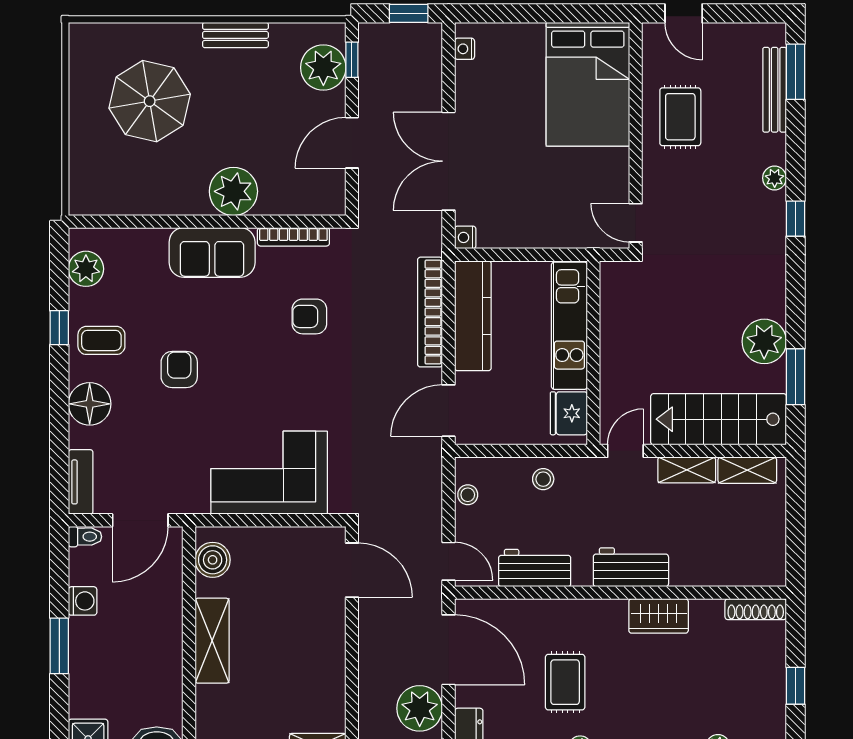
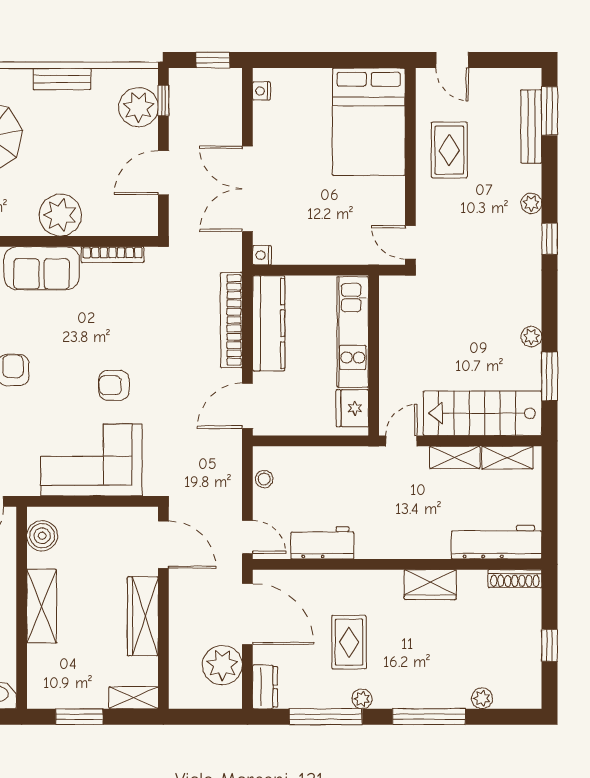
armchair: (309, 316) -> (114, 385), moved
plant: (764, 341) -> (531, 337), width x0.53, depth x0.53
stool: (543, 479) -> (330, 465), removed
workbench: (631, 567) -> (497, 542), moved, width x1.37
wardrobe: (328, 652) -> (143, 616), added

